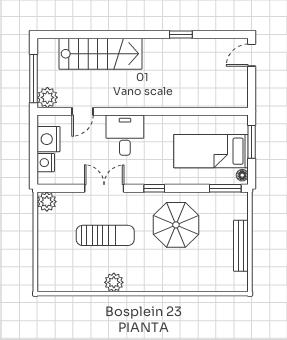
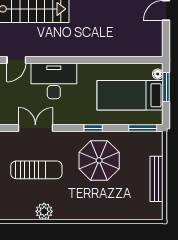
desk: (125, 135) -> (54, 81), width x1.37
floor lamp: (242, 175) -> (158, 74), moved
window: (154, 188) -> (93, 128), moved

